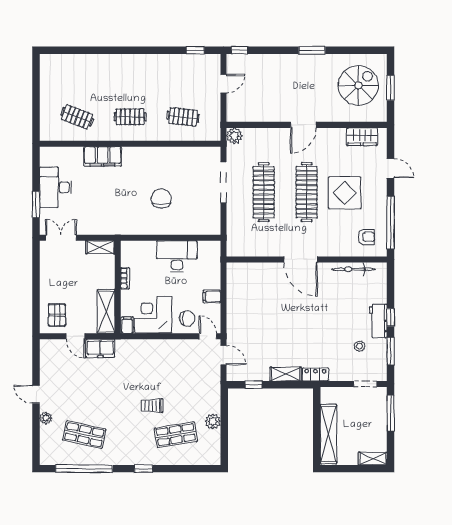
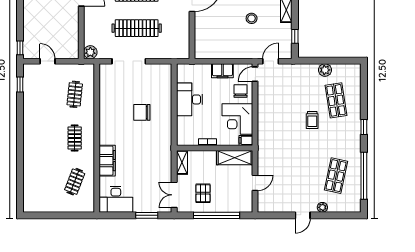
desk: (56, 187) -> (116, 199), moved
window: (36, 289) -> (216, 215), added
filing cabinet: (212, 296) -> (222, 71), width x2.00
pallet: (57, 315) -> (203, 193), moved, turned 90
stool: (276, 332) -> (252, 18), added
freezer: (100, 348) -> (265, 162), removed

